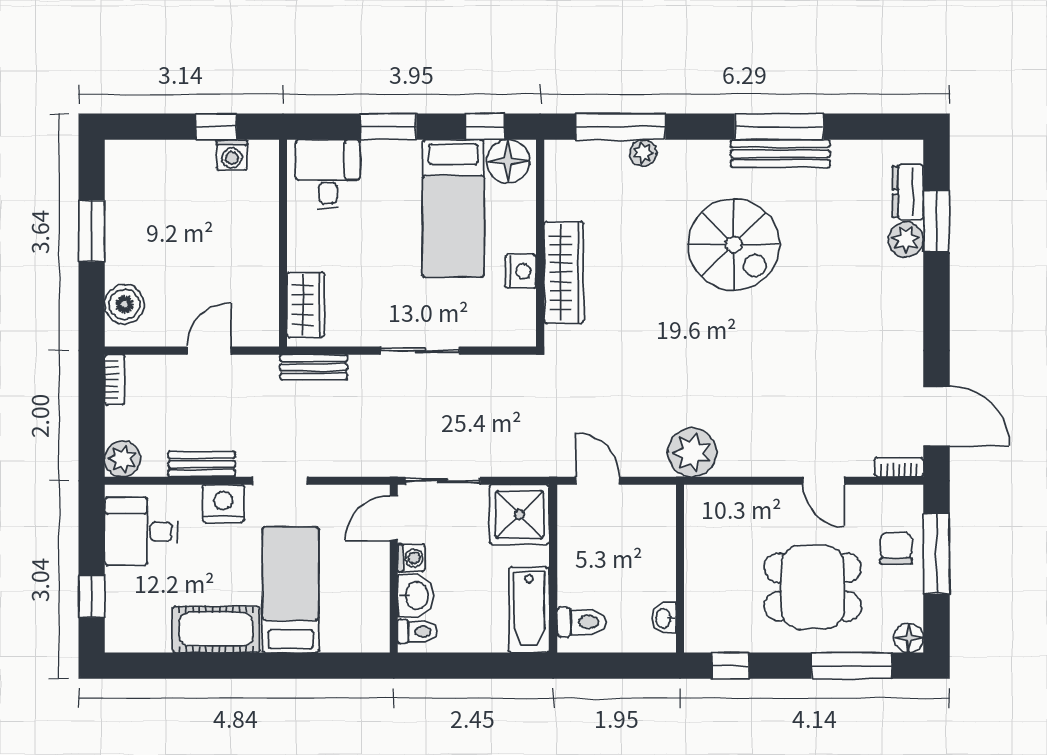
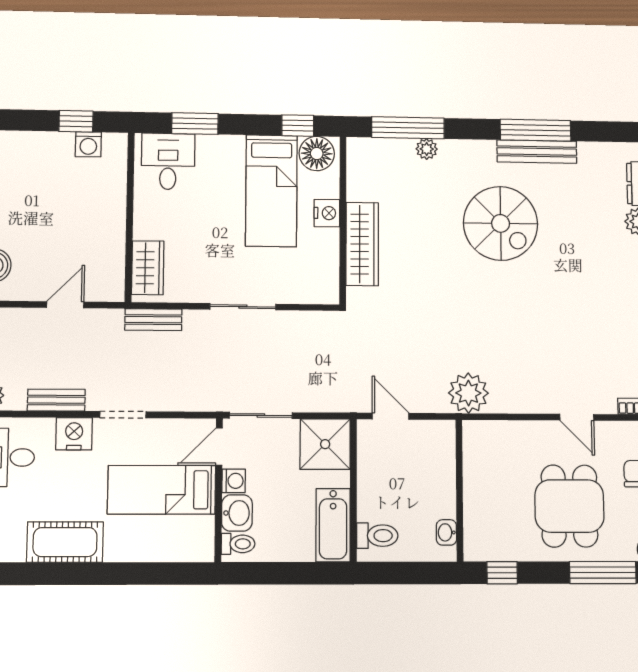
window: (388, 127) -> (195, 124), moved
nightstand: (521, 271) -> (327, 213), moved
dining table: (813, 587) -> (569, 506), turned 90
bed: (291, 590) -> (162, 490), moved, turned -90

